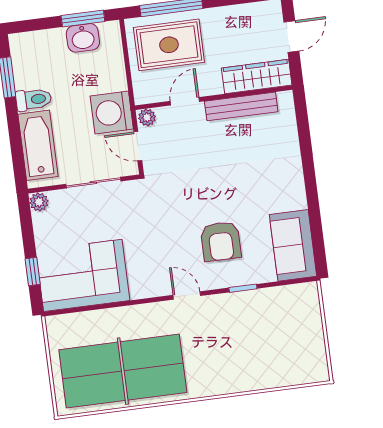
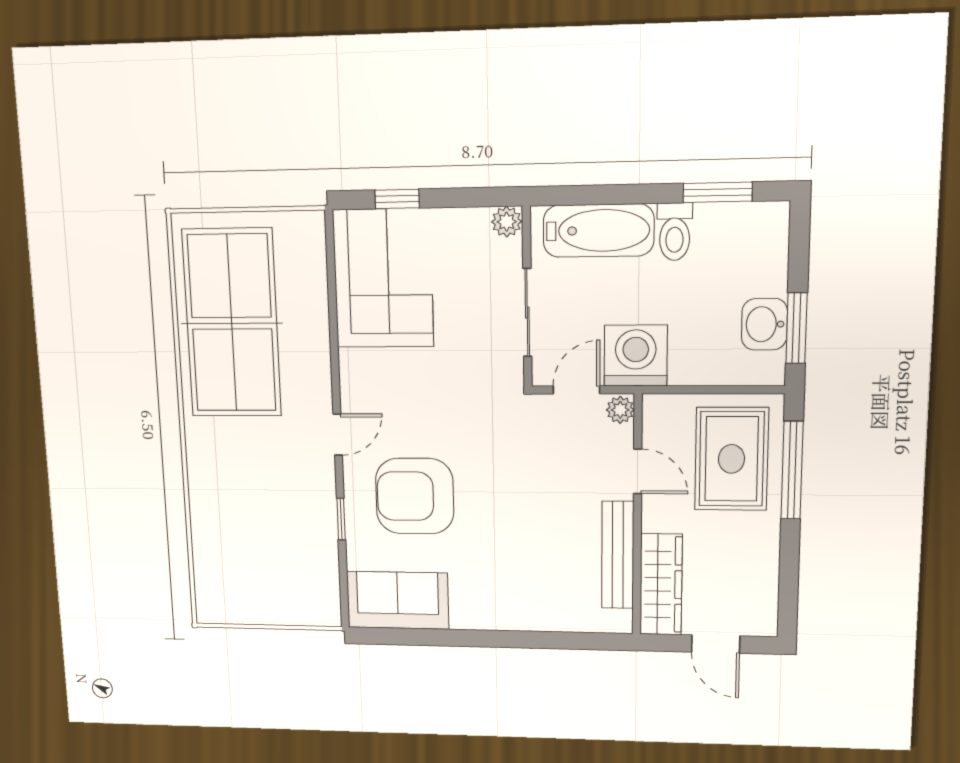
armchair: (221, 241) -> (415, 496), width x1.36, depth x1.36

